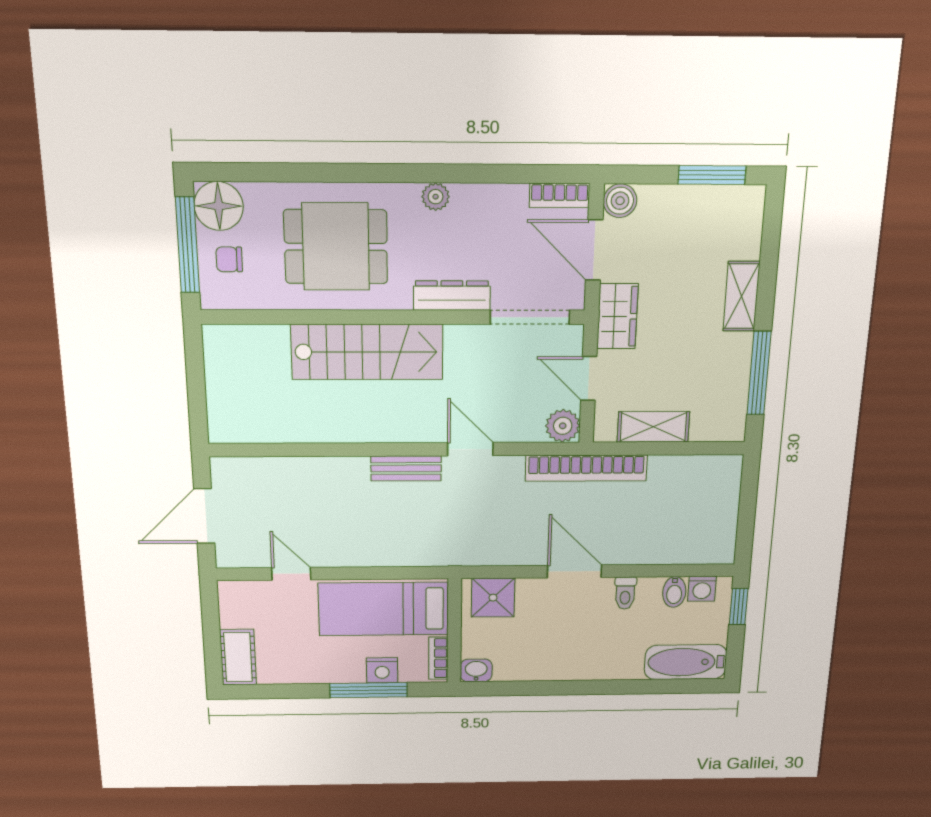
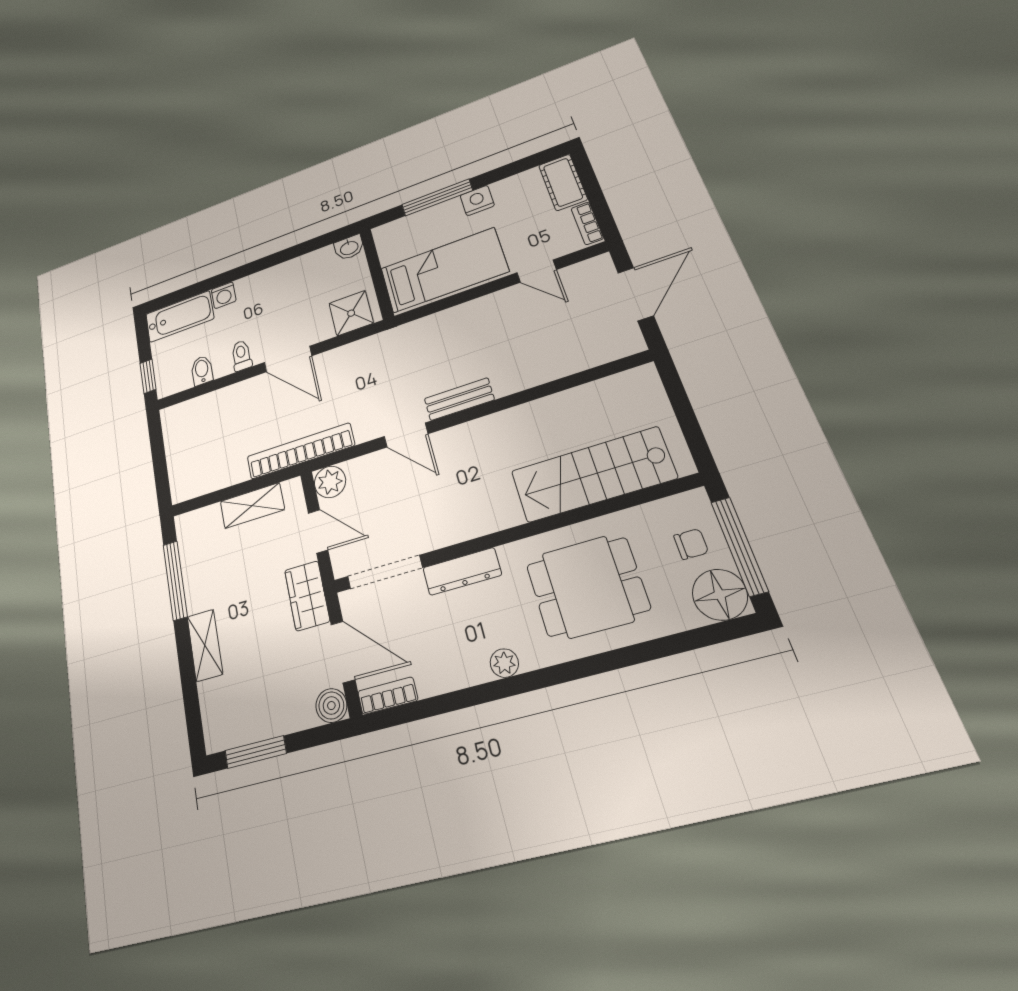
stairs: (367, 352) -> (593, 475), moved
washing machine: (702, 589) -> (224, 295), moved, turned 180
bookcase: (438, 658) -> (587, 223), moved, turned 180
nightstand: (382, 670) -> (477, 201), moved

